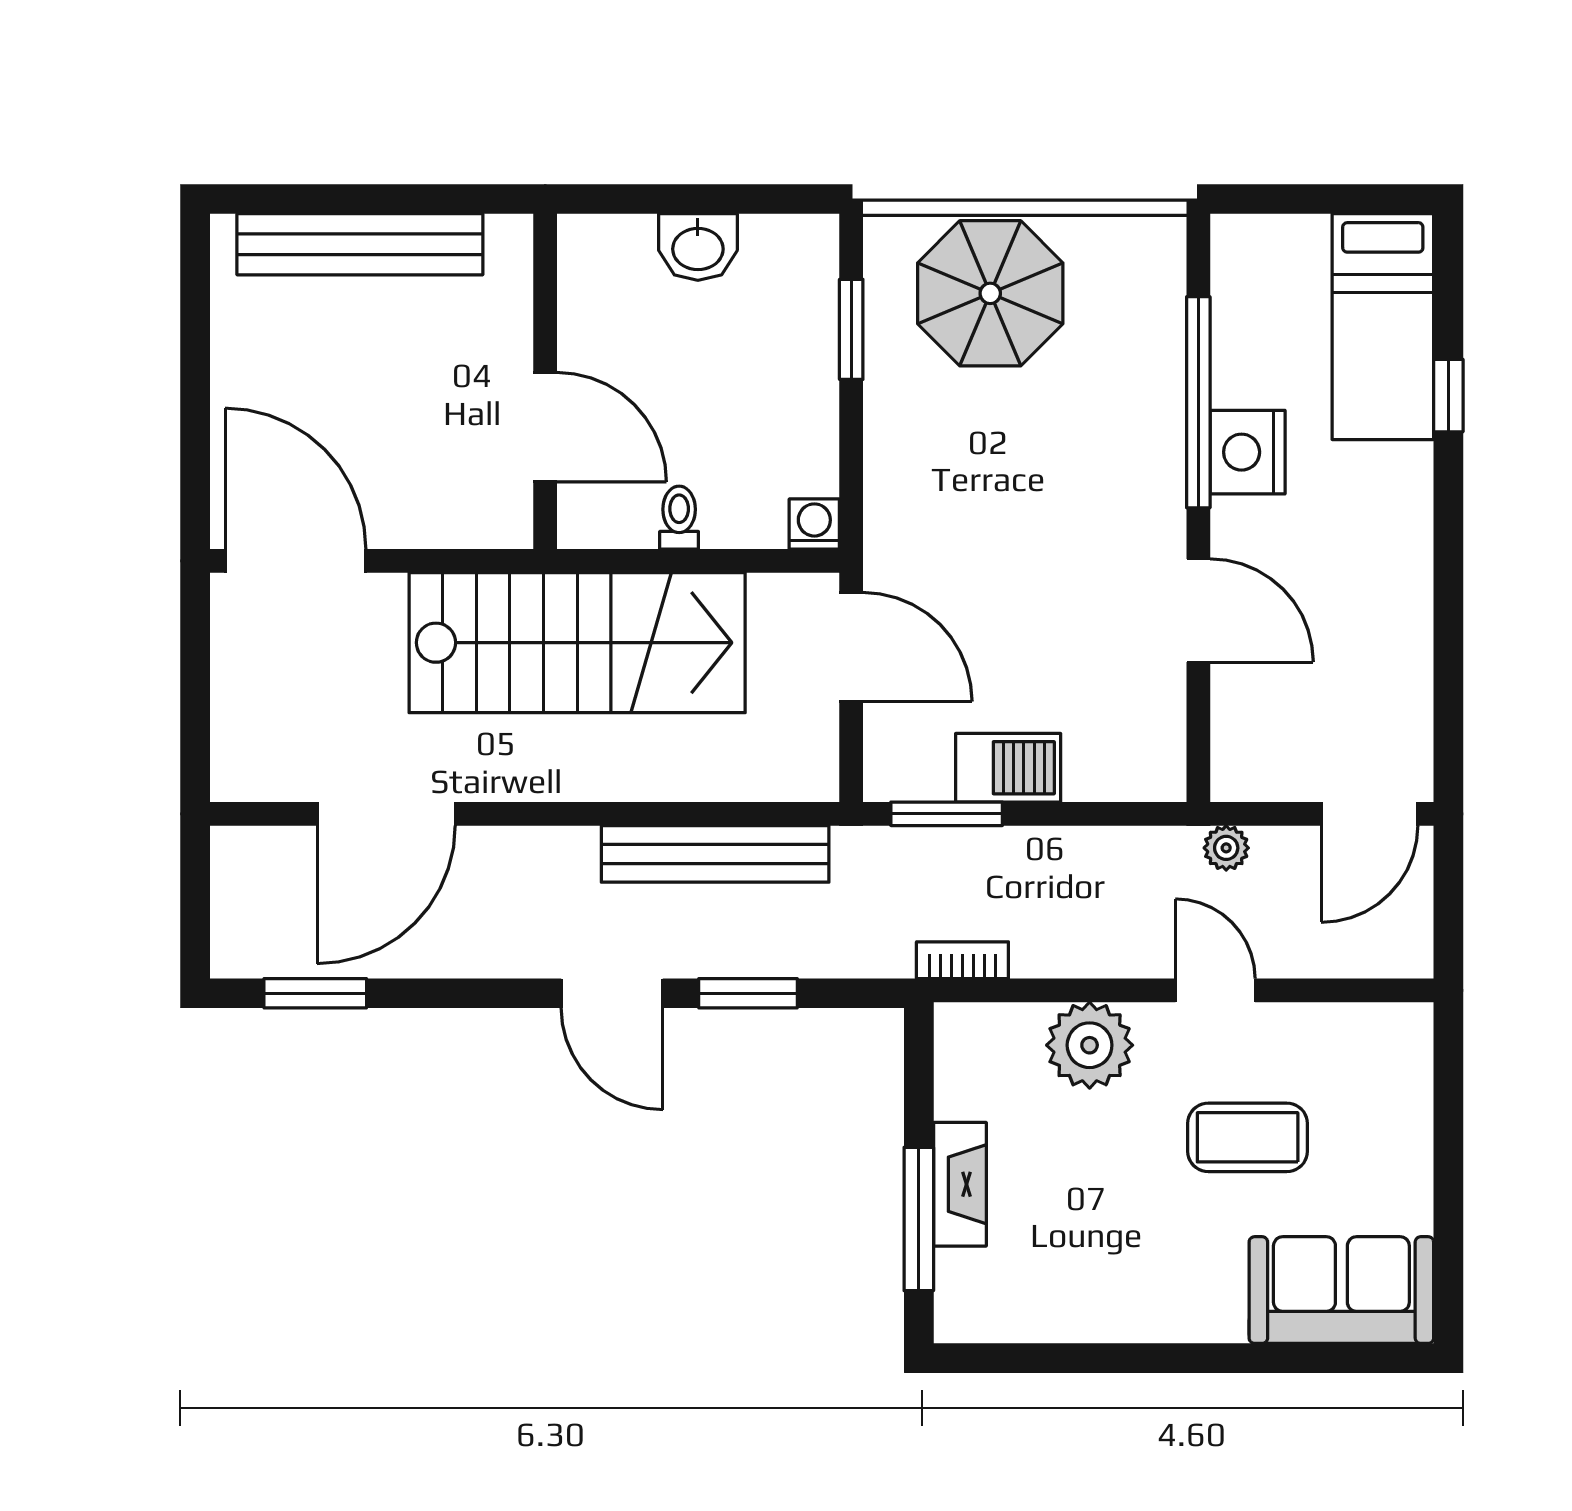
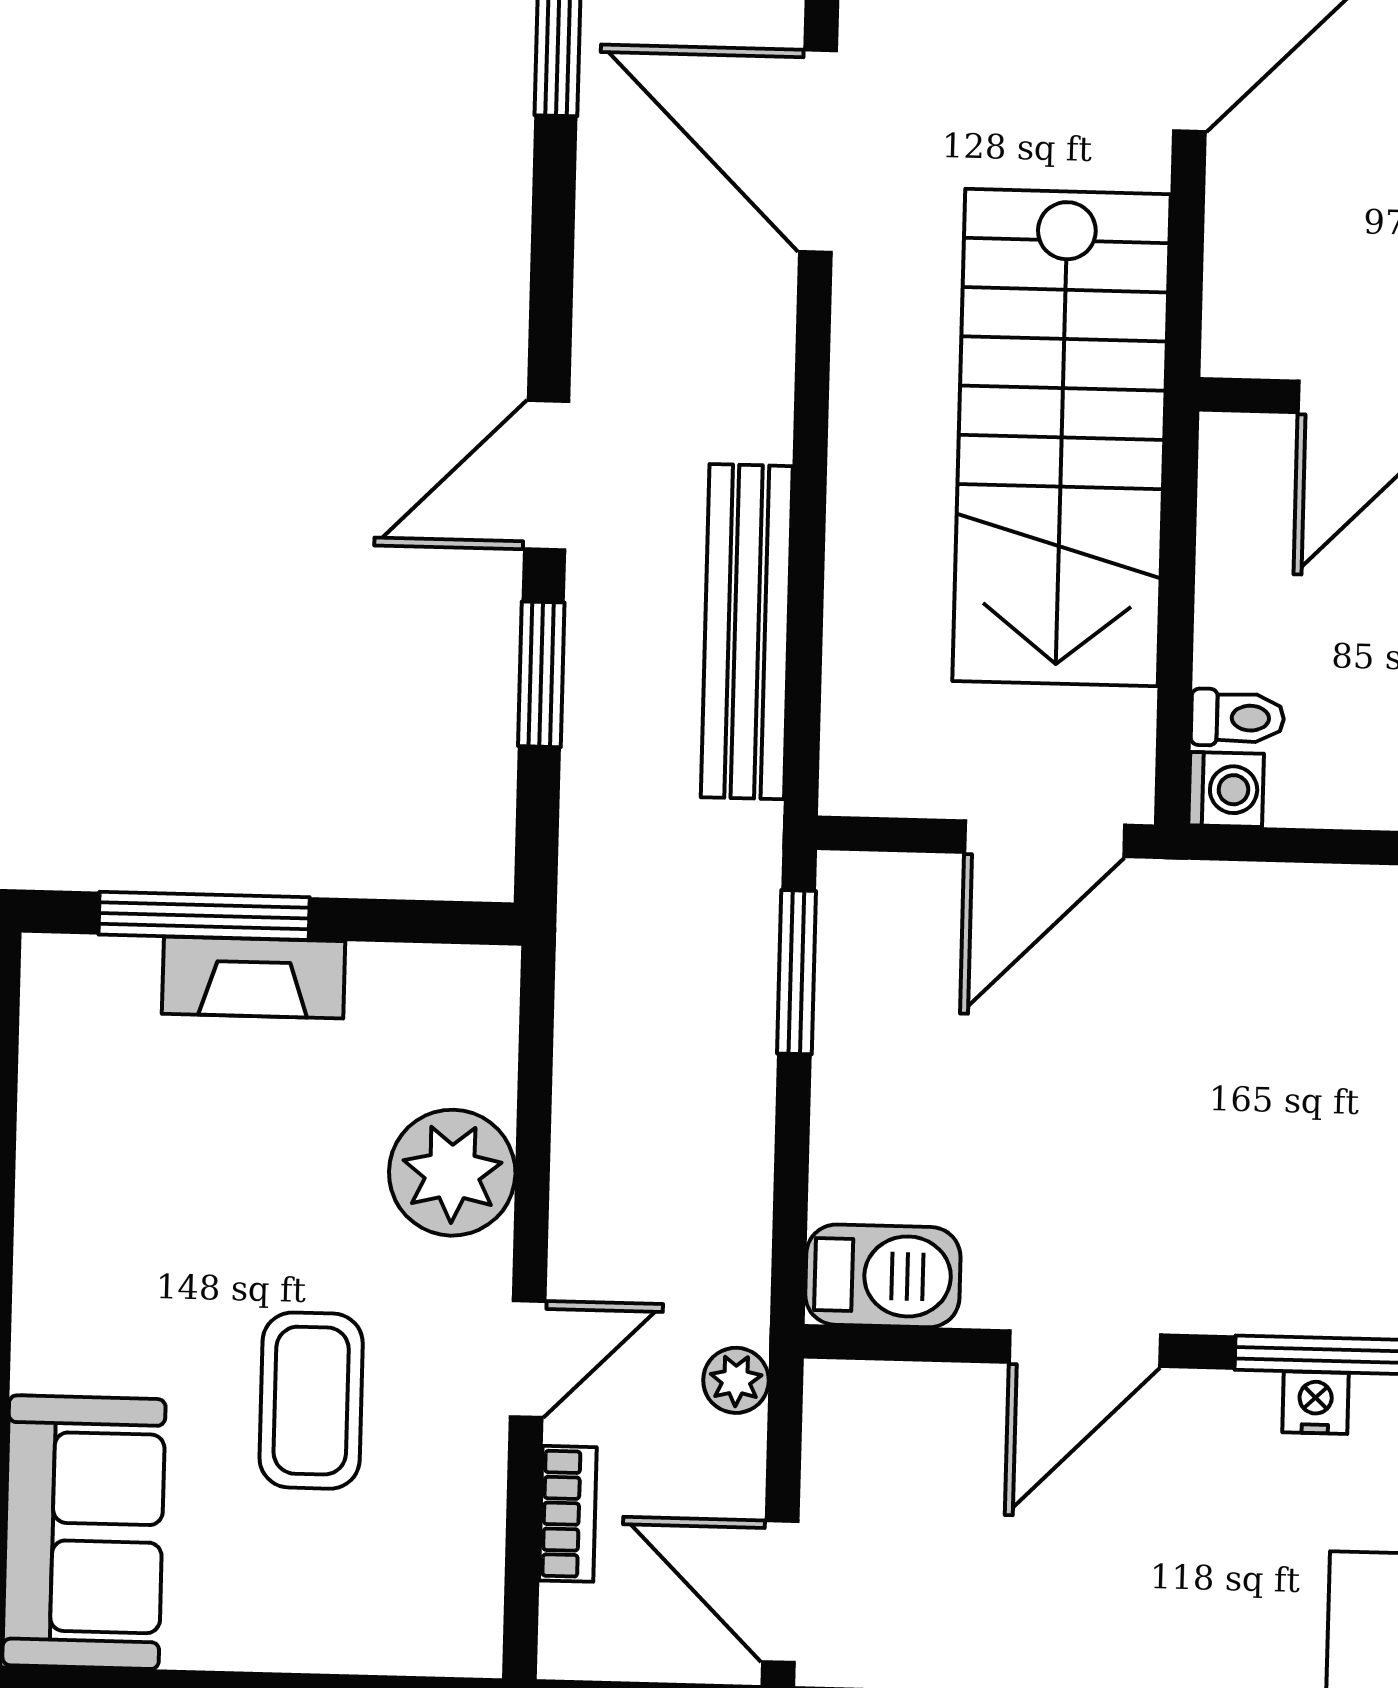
nightstand: (1248, 452) -> (1315, 1403), width x0.53, depth x0.56
toilet: (679, 518) -> (1237, 718), moved
barbecue: (1008, 768) -> (883, 1276), moved, turned -90
bookcase: (962, 960) -> (568, 1514), moved

